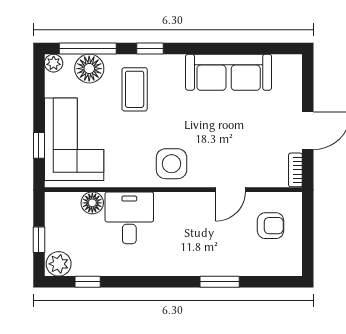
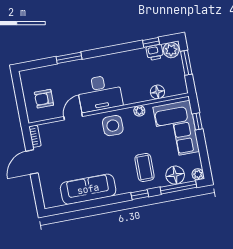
plant: (126, 179) -> (139, 111), added
desk: (129, 218) -> (100, 93), moved, width x1.37
window: (39, 240) -> (186, 63), width x1.50
printer: (85, 265) -> (155, 52), added

